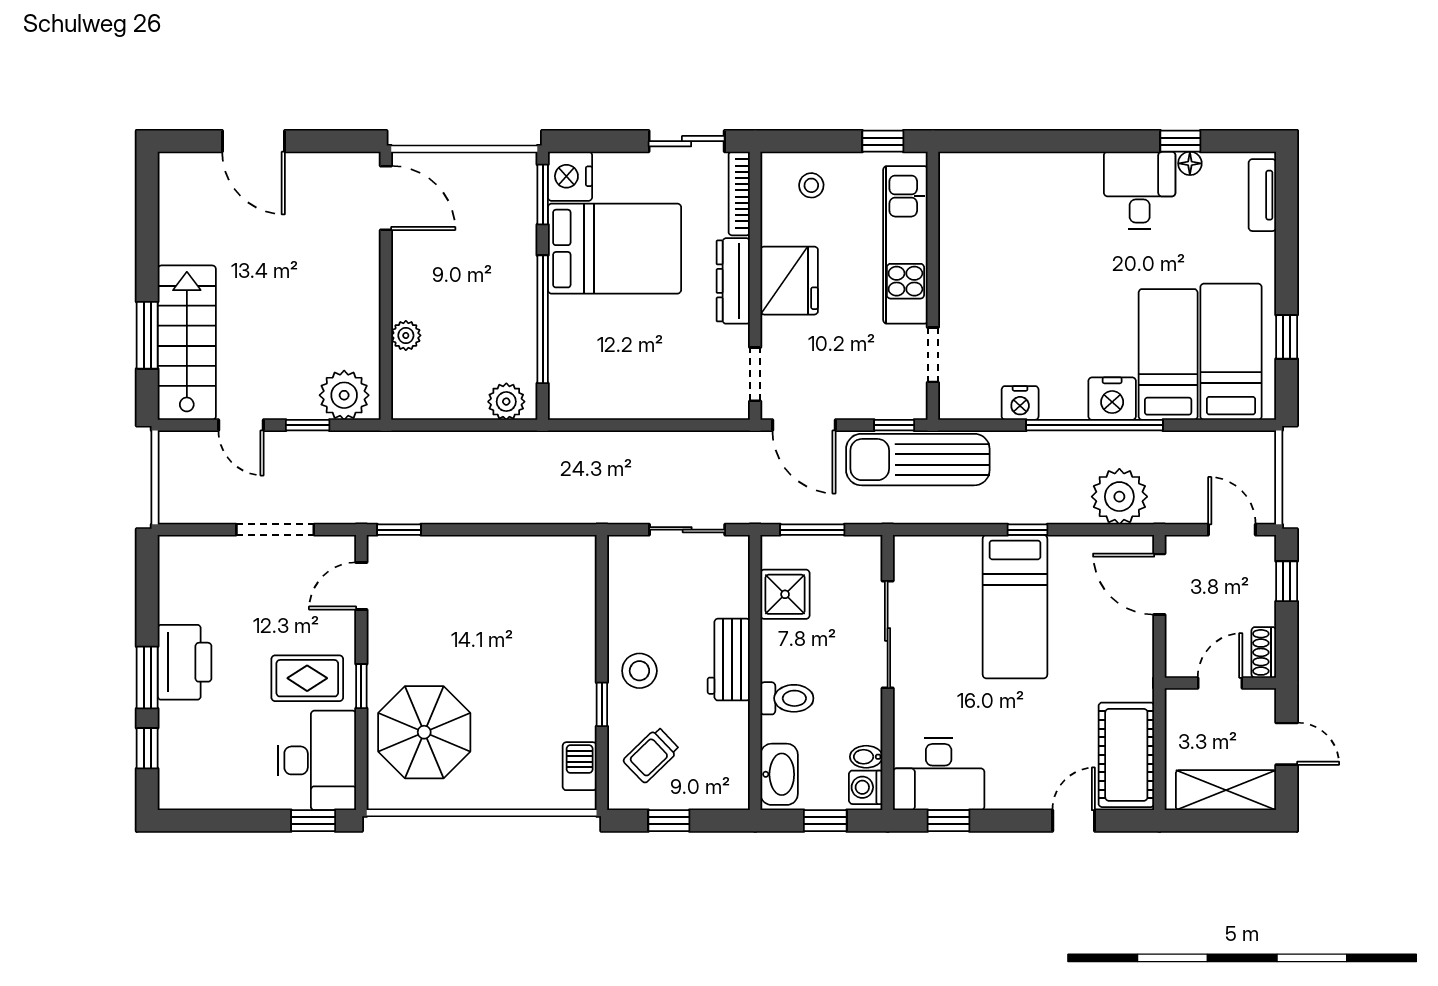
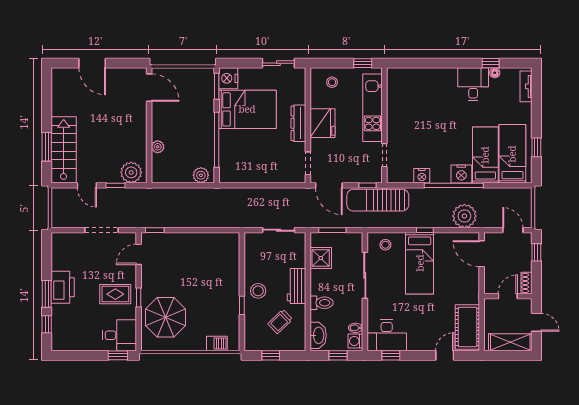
bookcase: (739, 194) -> (301, 86), removed
stool: (936, 563) -> (385, 245), added
trolley: (651, 755) -> (280, 322), moved
desk: (317, 760) -> (120, 335), width x0.73
barbecue: (580, 766) -> (217, 343), moved, turned 90

